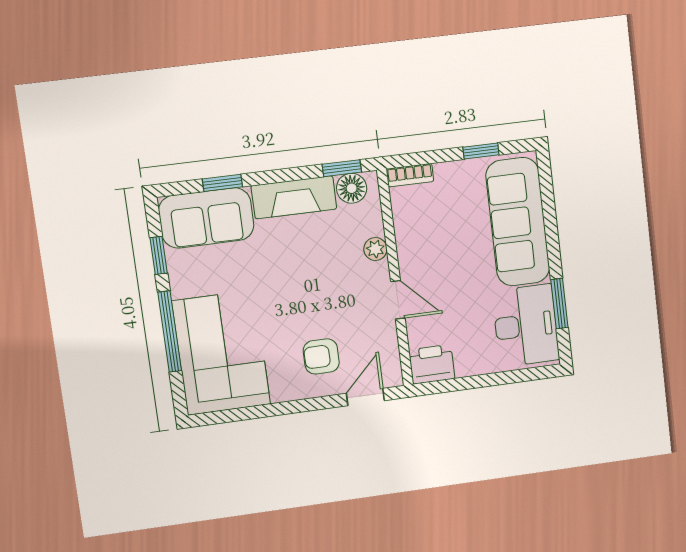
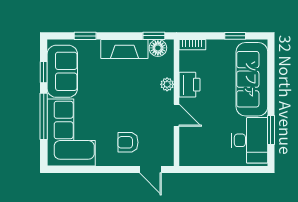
sofa: (206, 218) -> (62, 71), moved, turned -90
printer: (432, 364) -> (189, 85), moved, turned 90
door: (365, 397) -> (150, 169), swing flipped

